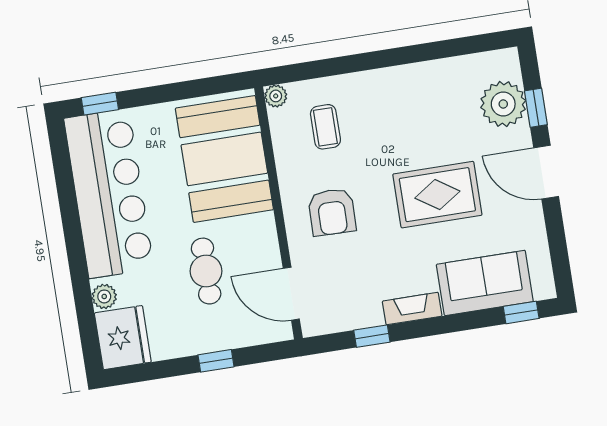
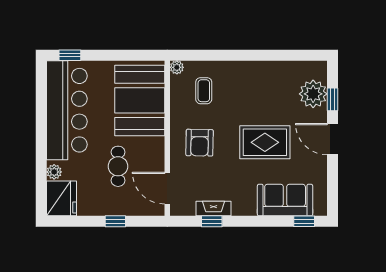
fireplace: (412, 309) -> (213, 209), moved

